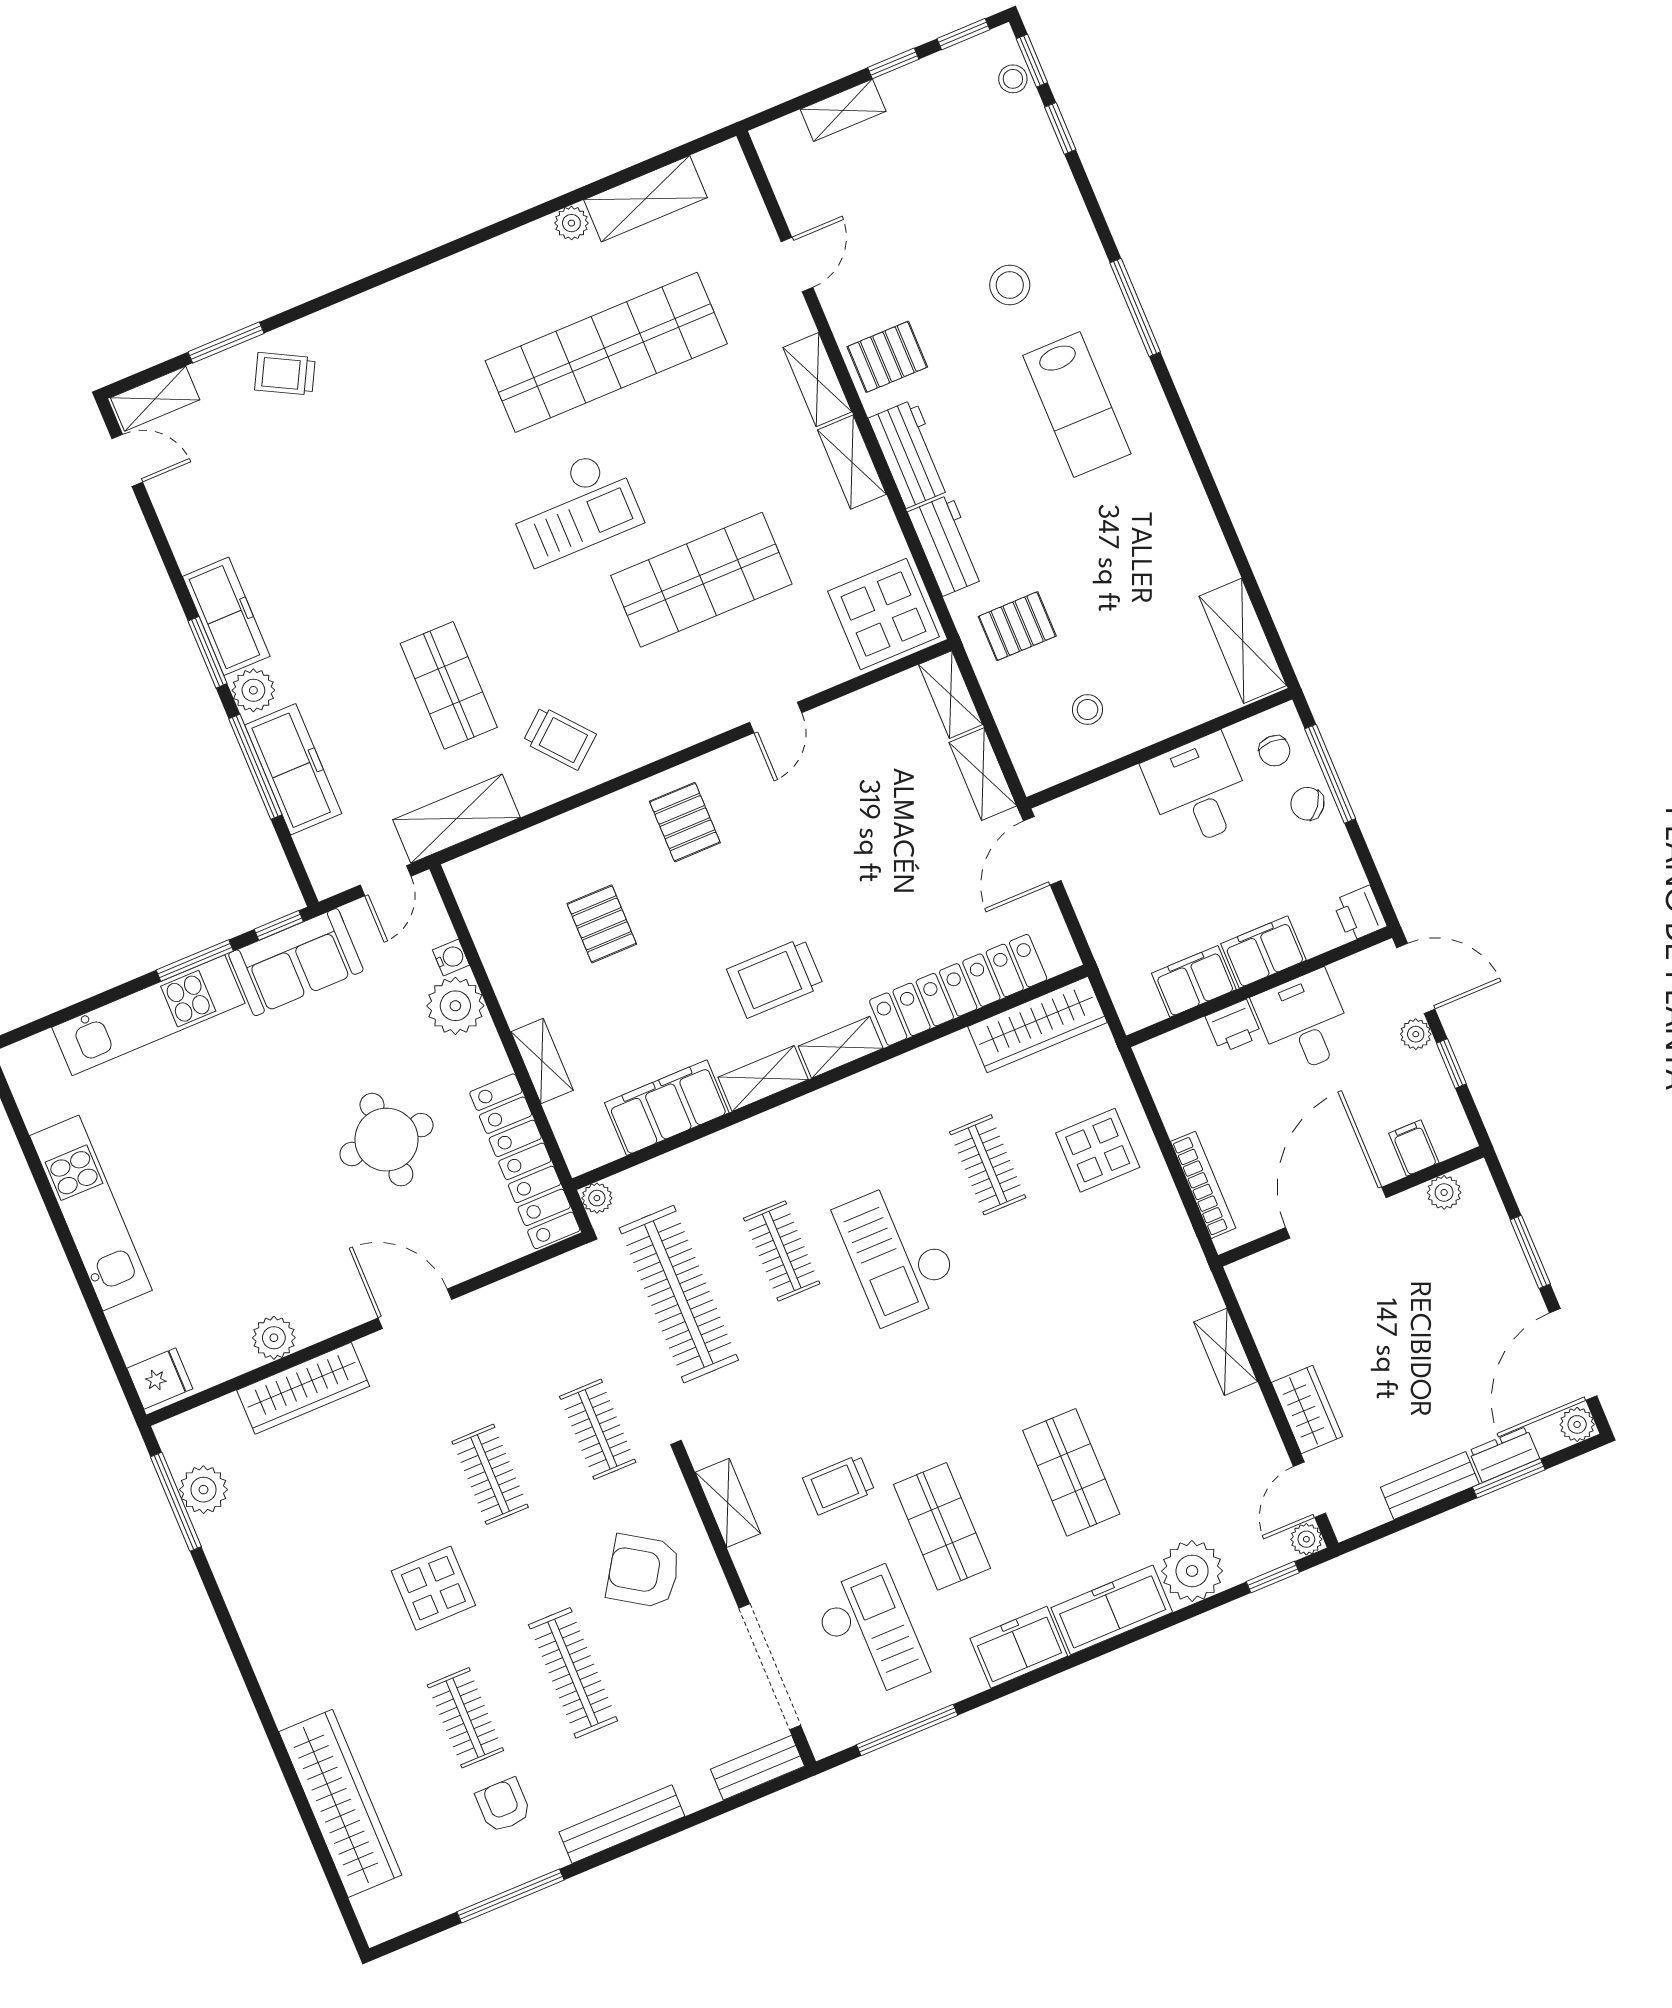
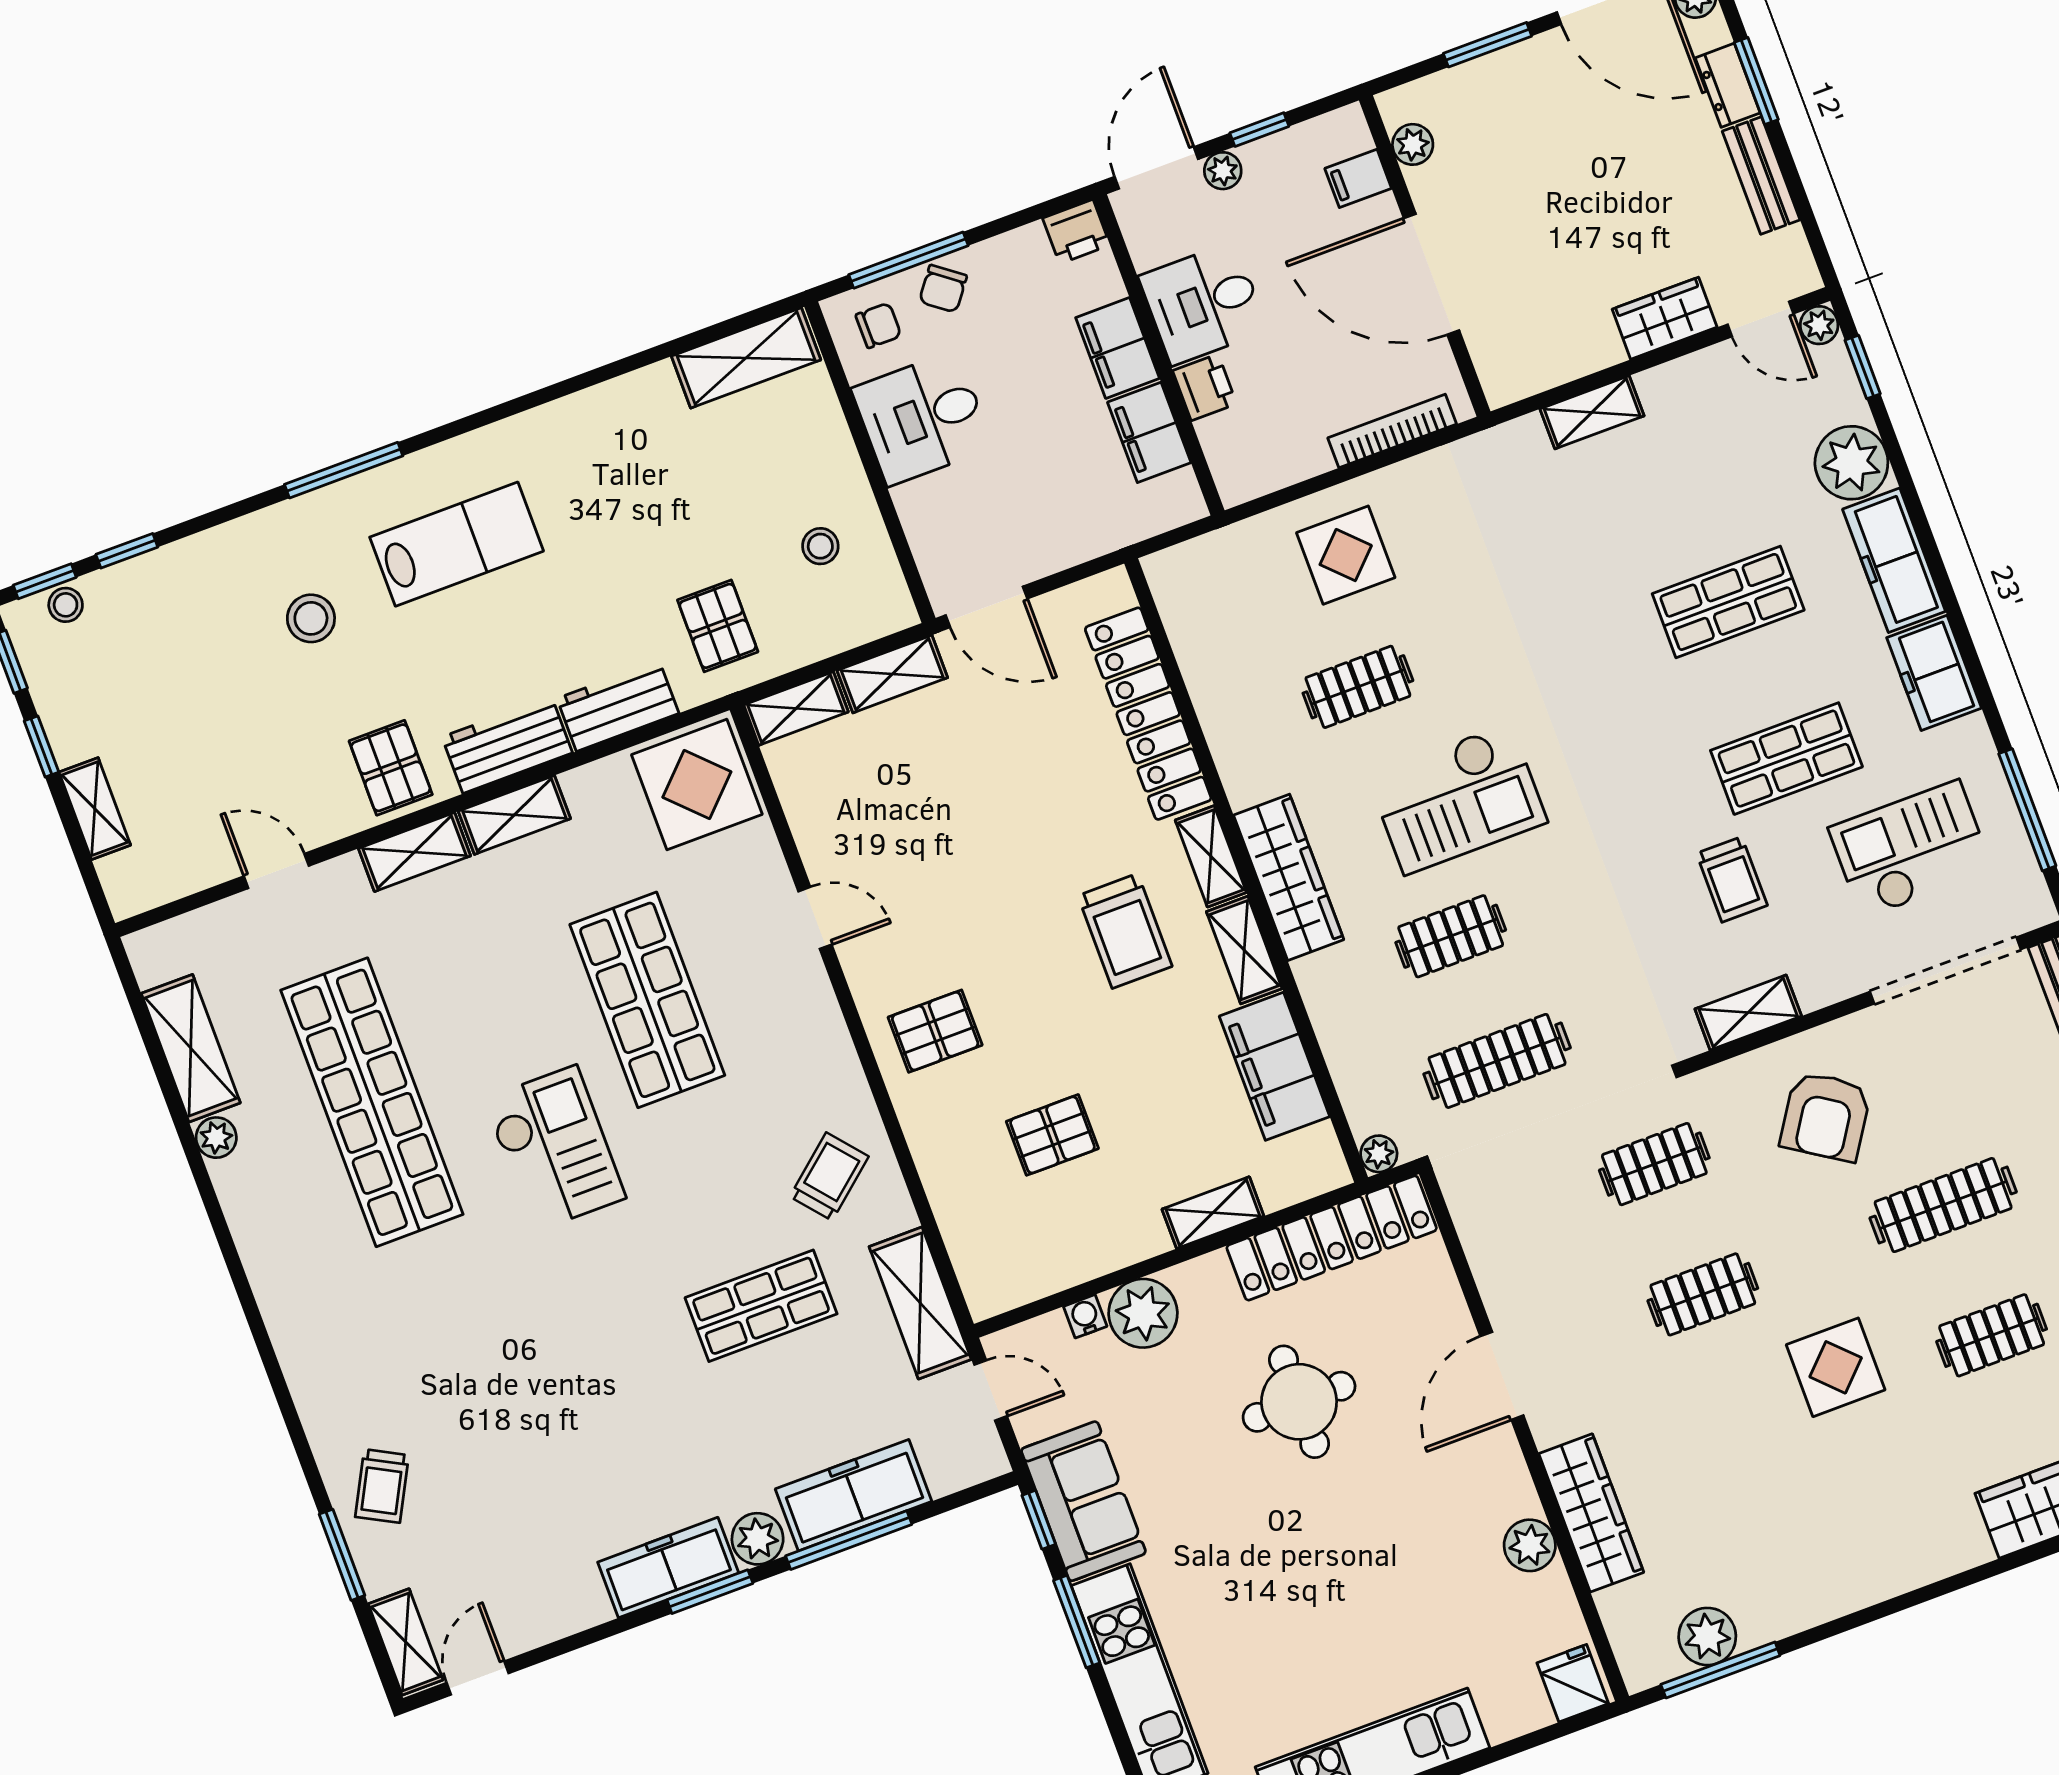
wardrobe: (1038, 1024) -> (1289, 877), moved
clothes rail: (679, 1294) -> (1497, 1061), width x0.73, depth x0.76

